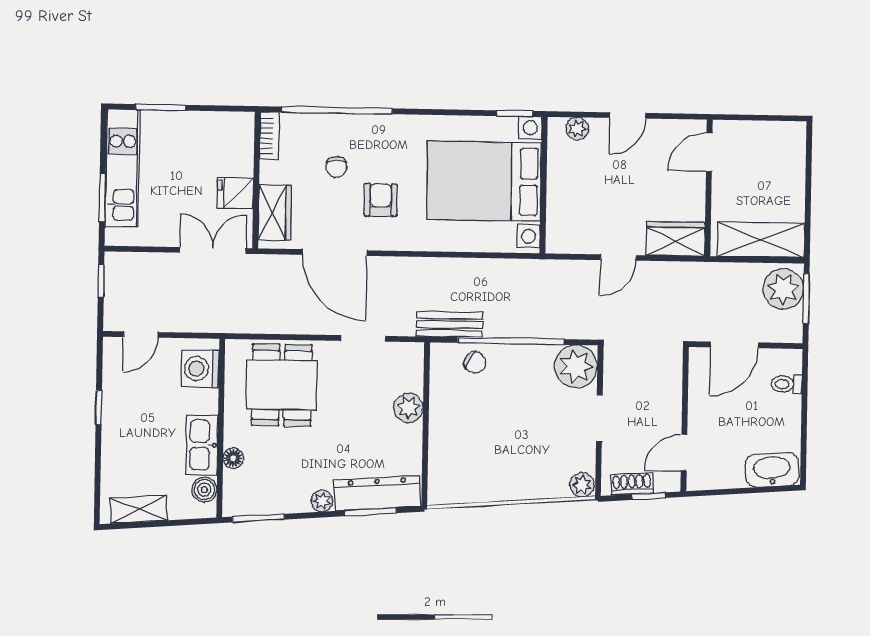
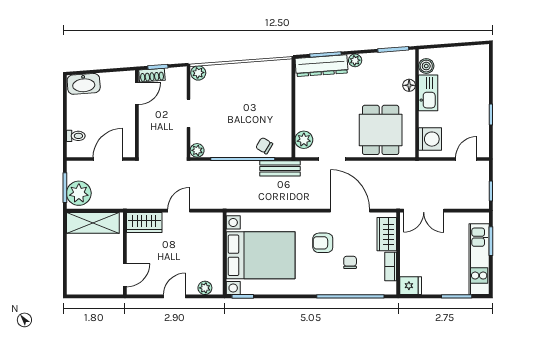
bookcase: (269, 136) -> (391, 266), moved
fridge: (235, 193) -> (411, 286), moved
armchair: (381, 200) -> (323, 243), turned 90
plant: (576, 366) -> (197, 150), width x0.53, depth x0.53
plant: (409, 408) -> (304, 140), moved
shoe rack: (632, 484) -> (152, 75), moved
shelving: (139, 509) -> (466, 53), removed

